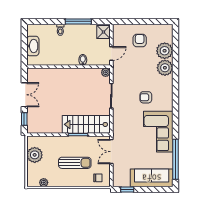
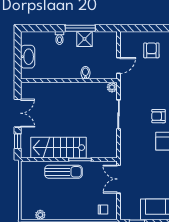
shower: (103, 32) -> (84, 39), moved
stairs: (86, 124) -> (58, 148), moved
plant: (35, 155) -> (30, 183), removed
sun lounger: (75, 163) -> (64, 172), moved

